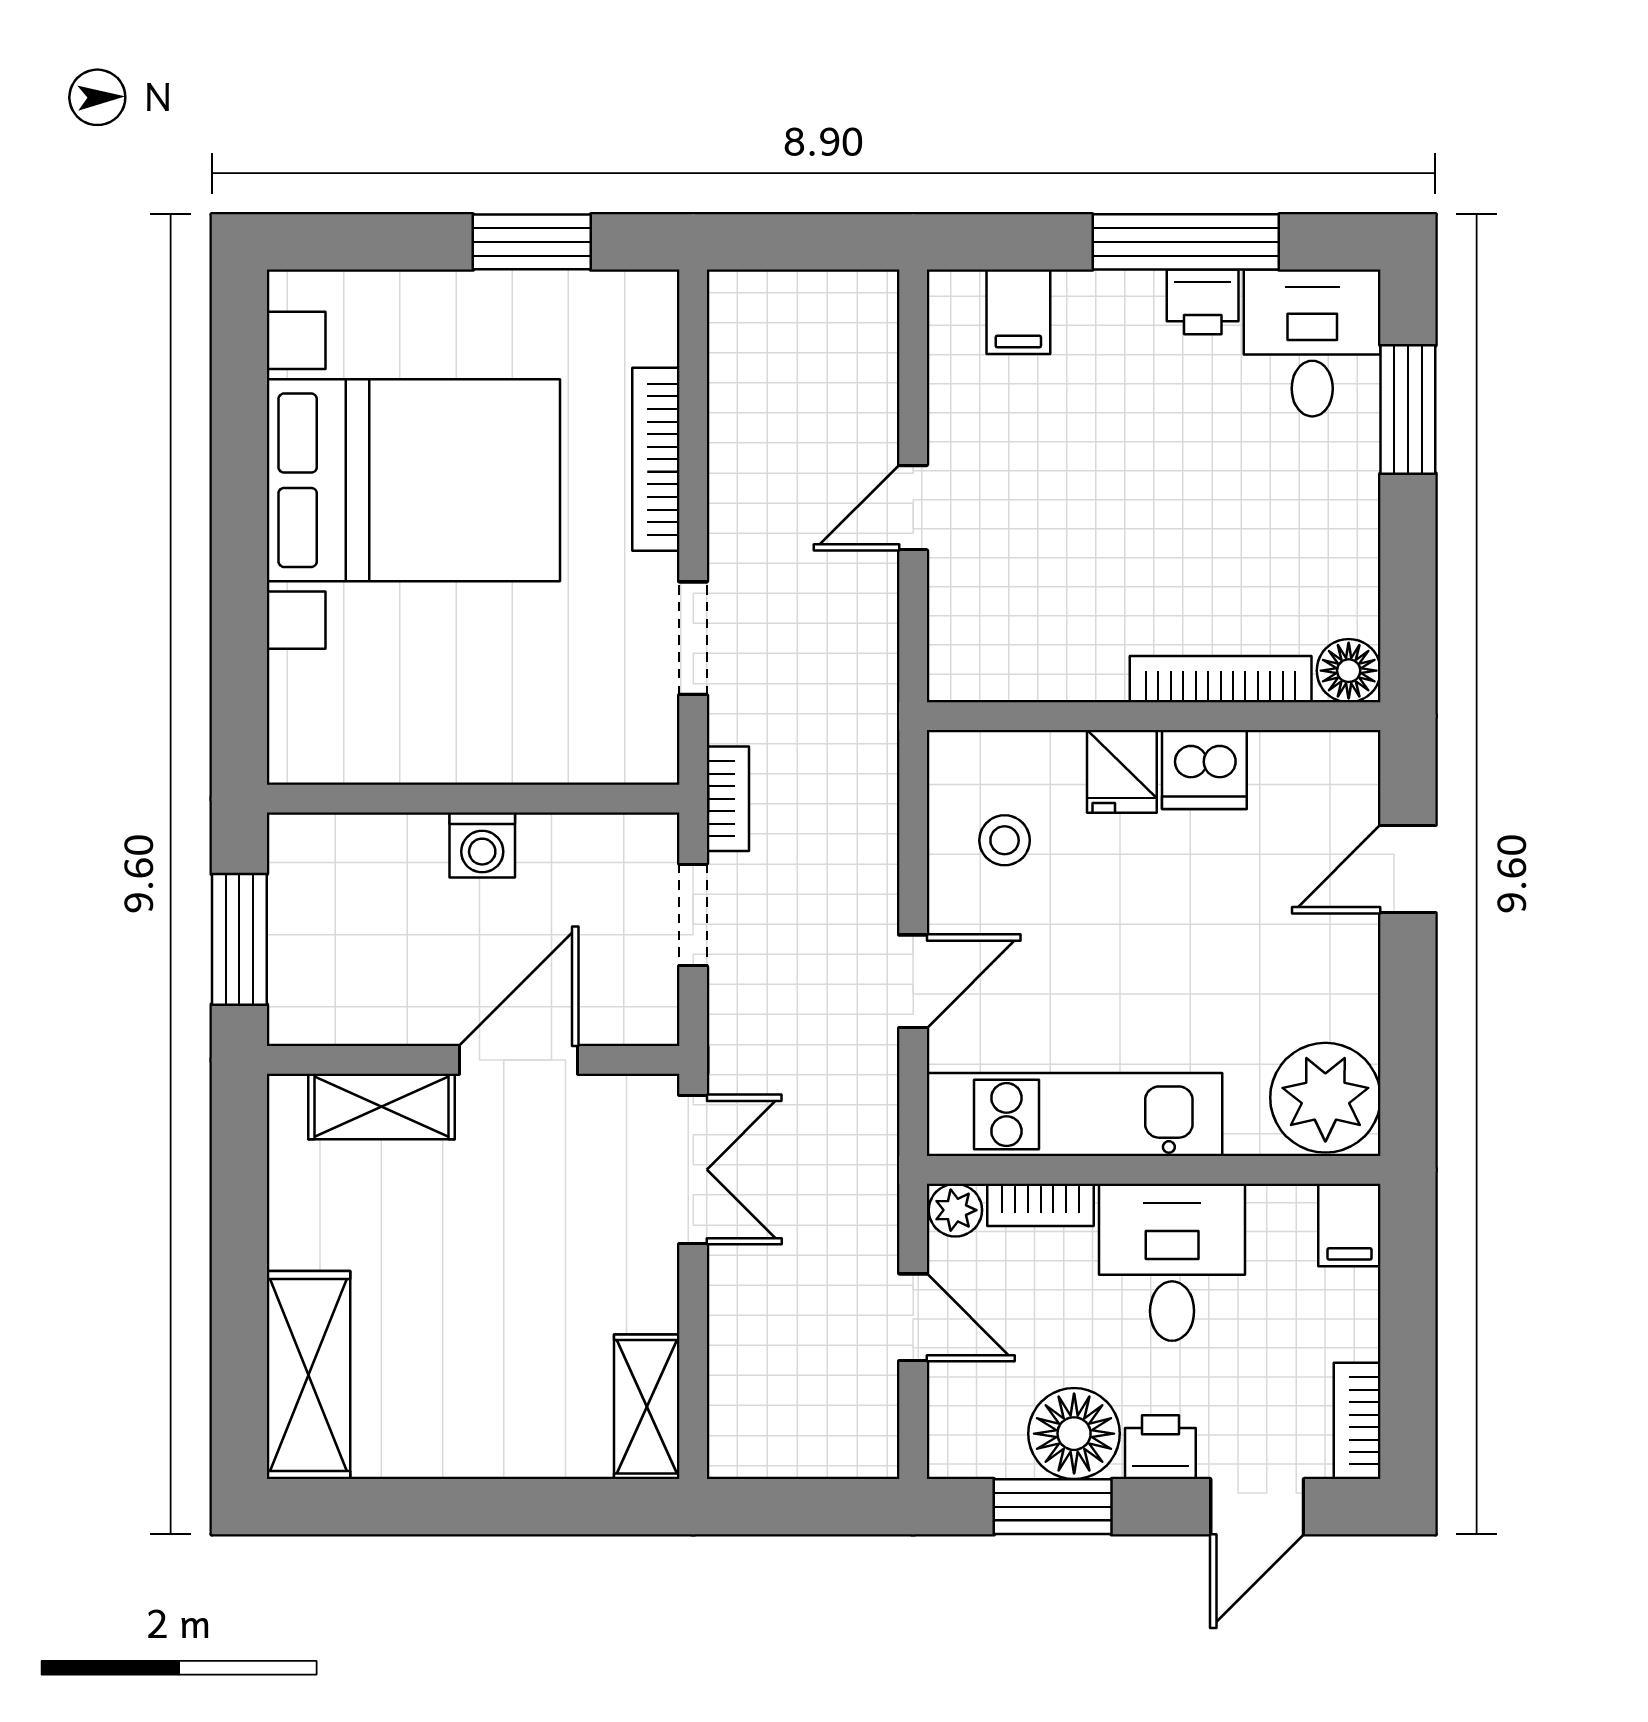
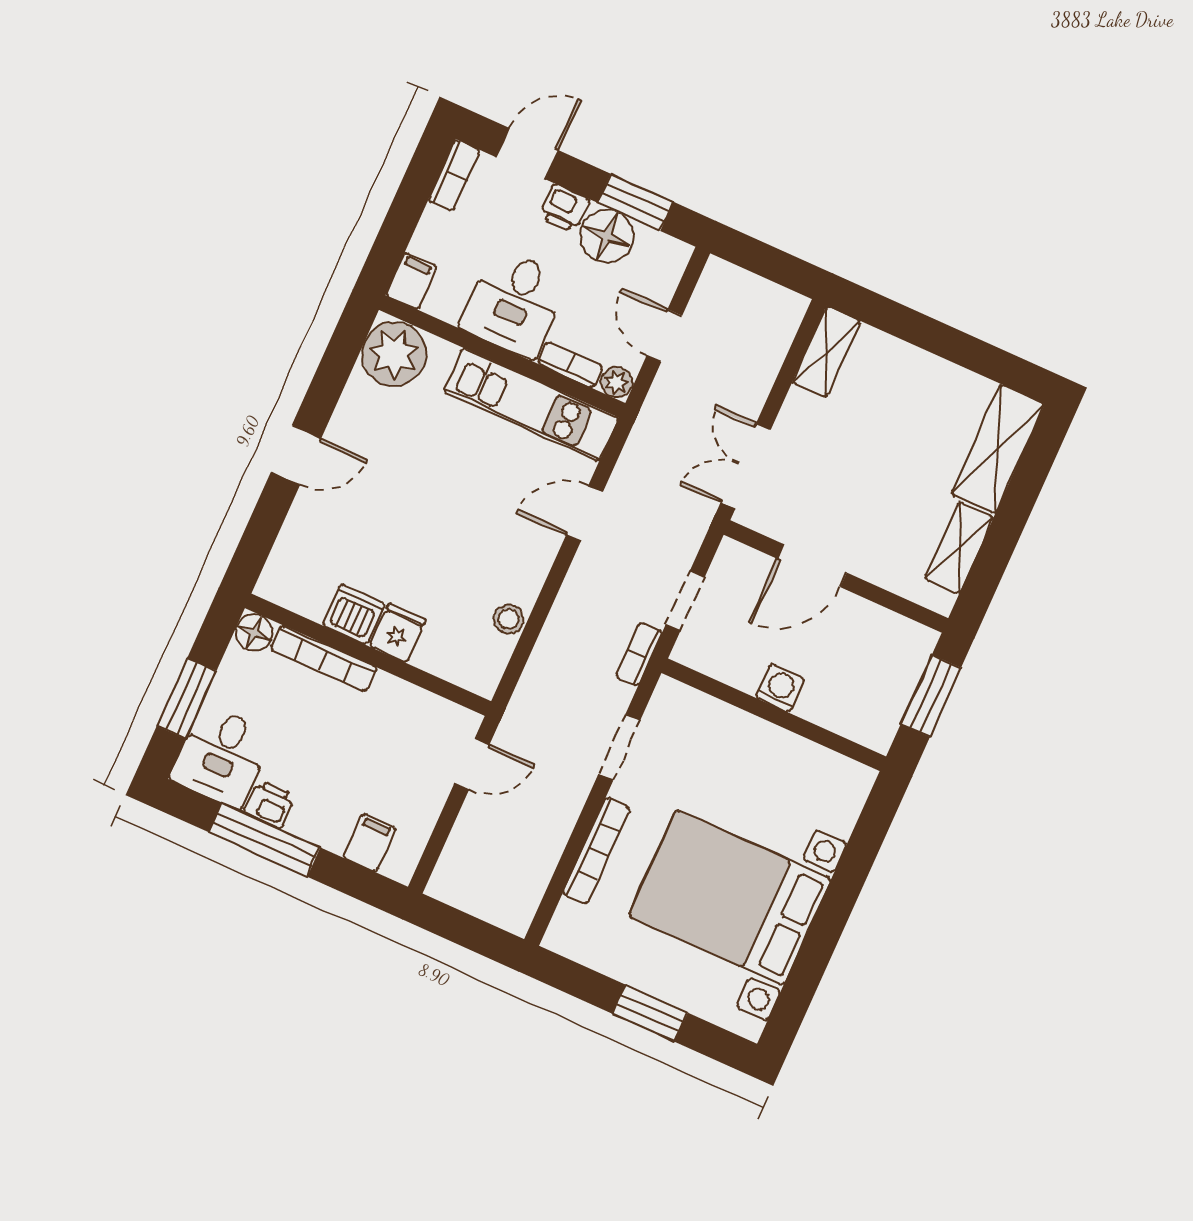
window: (532, 242) -> (650, 1013), moved
floor lamp: (1349, 671) -> (254, 632), moved
bookcase: (1221, 679) -> (324, 658), moved
wall: (1154, 716) -> (368, 655), moved
dishwasher: (1204, 769) -> (354, 614), moved
fridge: (1122, 771) -> (398, 633), moved
stool: (1005, 840) -> (509, 619), moved
shelving: (382, 1107) -> (959, 548), moved, turned 90

